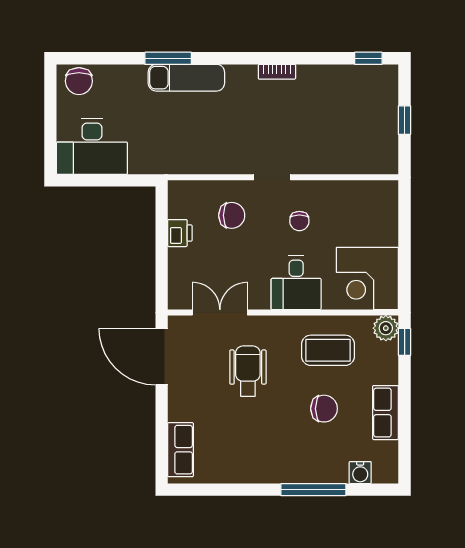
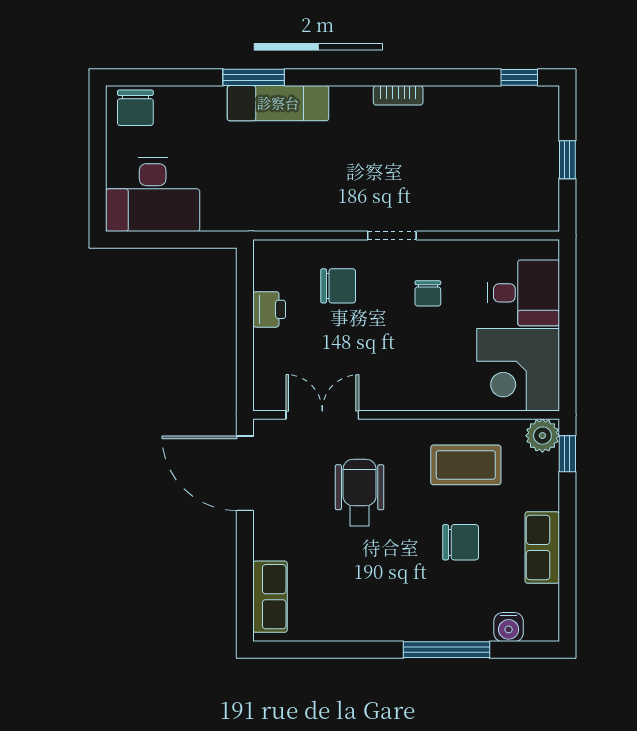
desk: (296, 283) -> (524, 293), moved, turned -90

